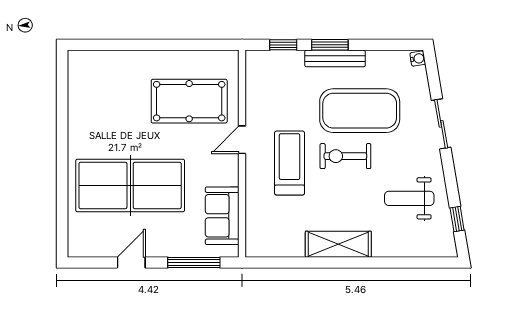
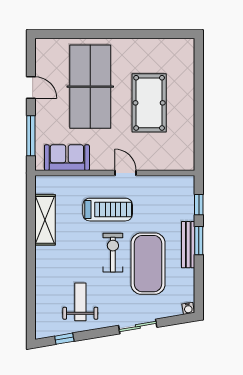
pool table: (189, 101) -> (149, 103), moved
shelving: (338, 244) -> (45, 220), moved

